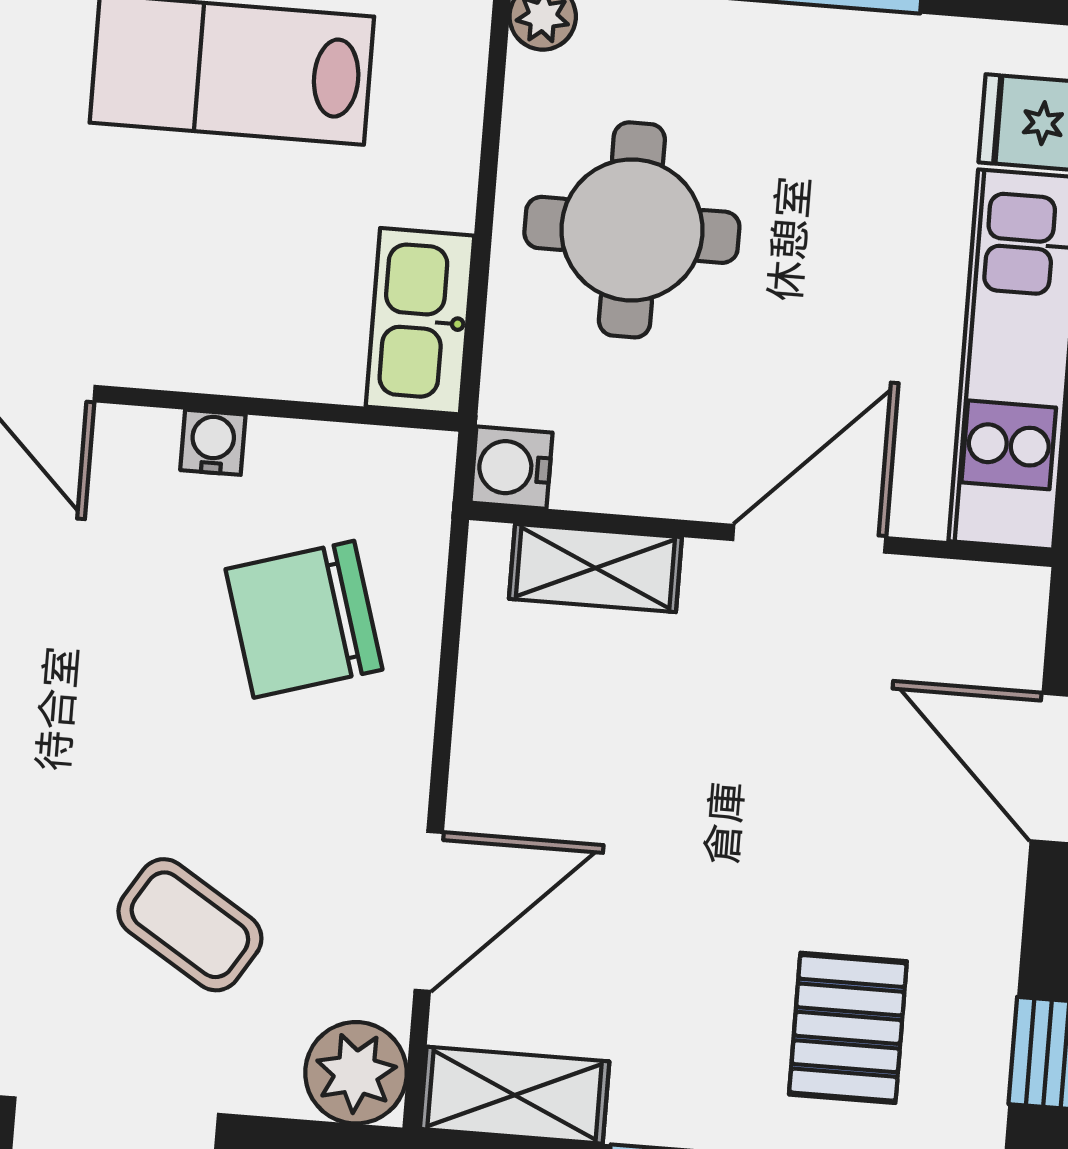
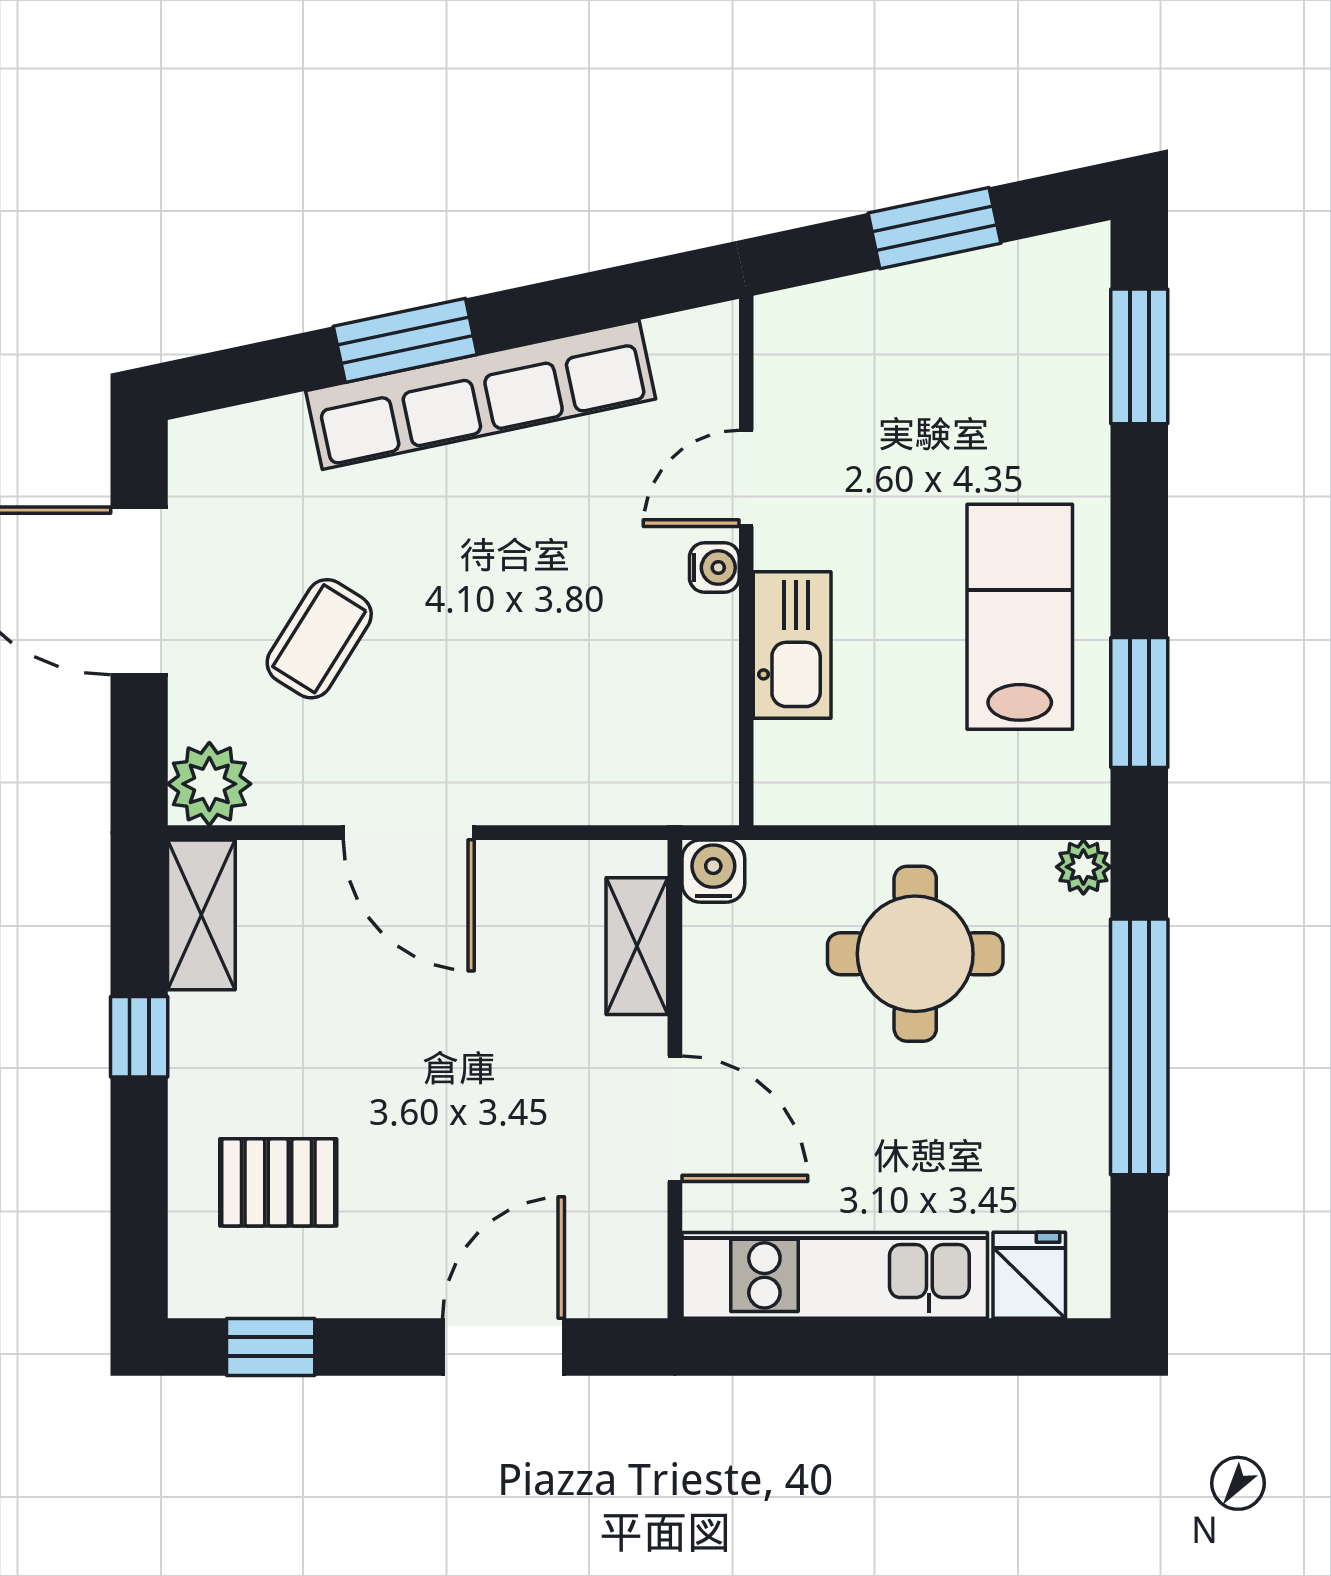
kitchen sink: (420, 321) -> (792, 645), moved, turned 90
water cooler: (213, 442) -> (714, 568), moved
chair: (304, 619) -> (576, 712), removed
door: (429, 911) -> (409, 833), moved

